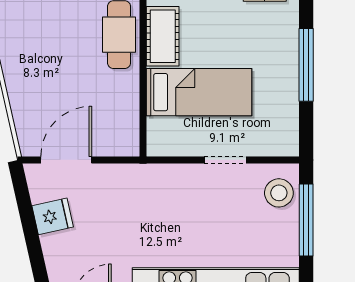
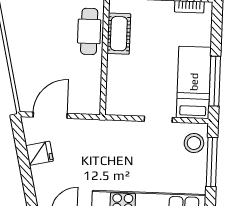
window: (306, 65) -> (215, 81), moved
bed: (199, 92) -> (194, 82), moved, turned -90

